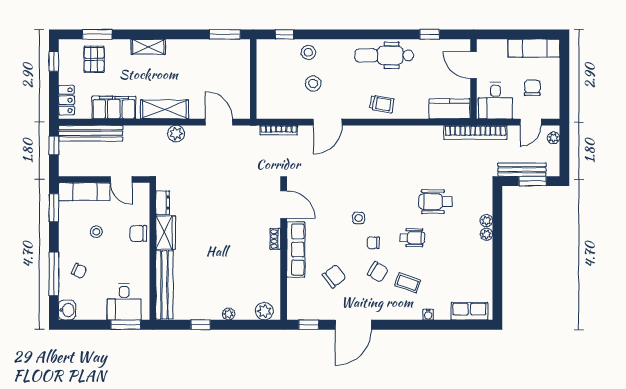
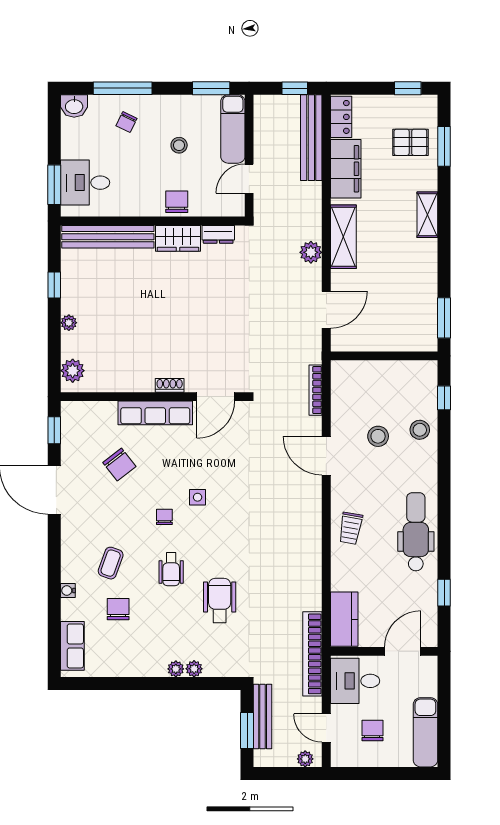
chair: (532, 88) -> (372, 730), turned -90
locker: (66, 100) -> (341, 117), moved, turned -90
chair: (378, 272) -> (118, 609), moved, turned 148

